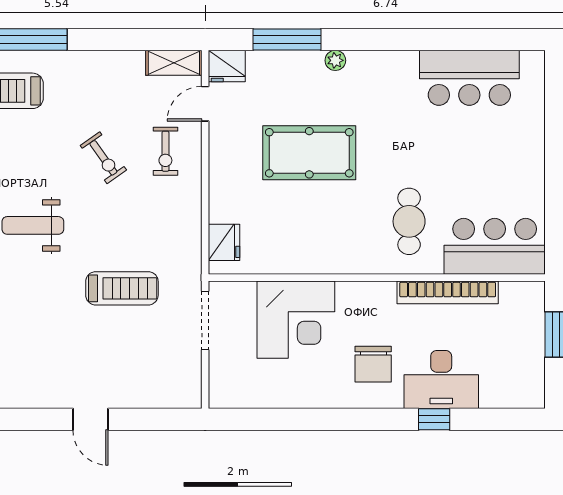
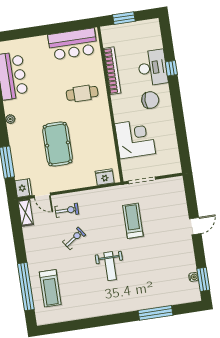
plant: (335, 60) -> (10, 119), moved
bar counter: (495, 246) -> (73, 44), moved, turned -90

